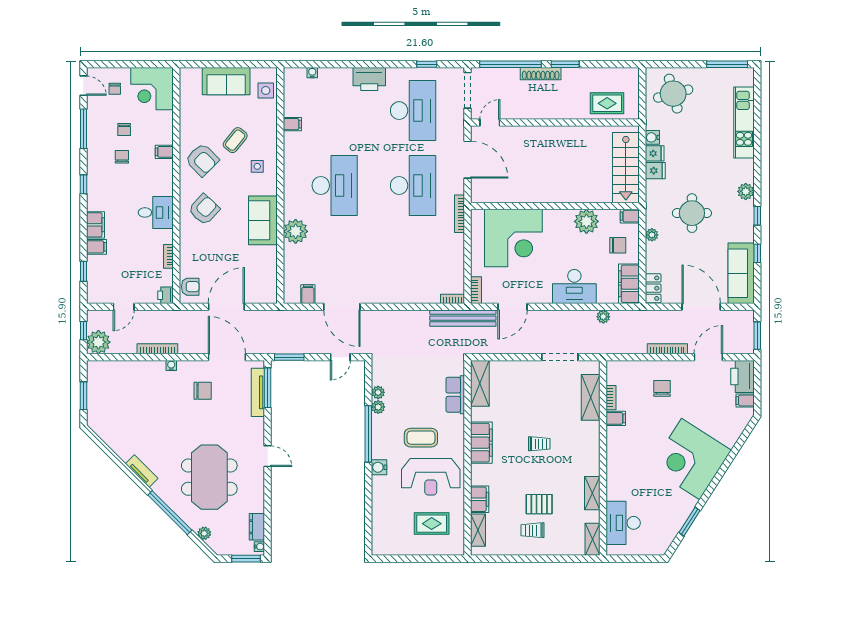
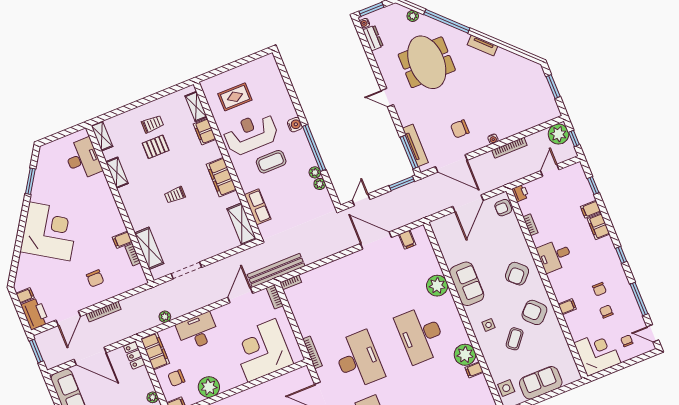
plant: (296, 145) -> (465, 355), added
desk: (413, 186) -> (358, 360), turned 180

